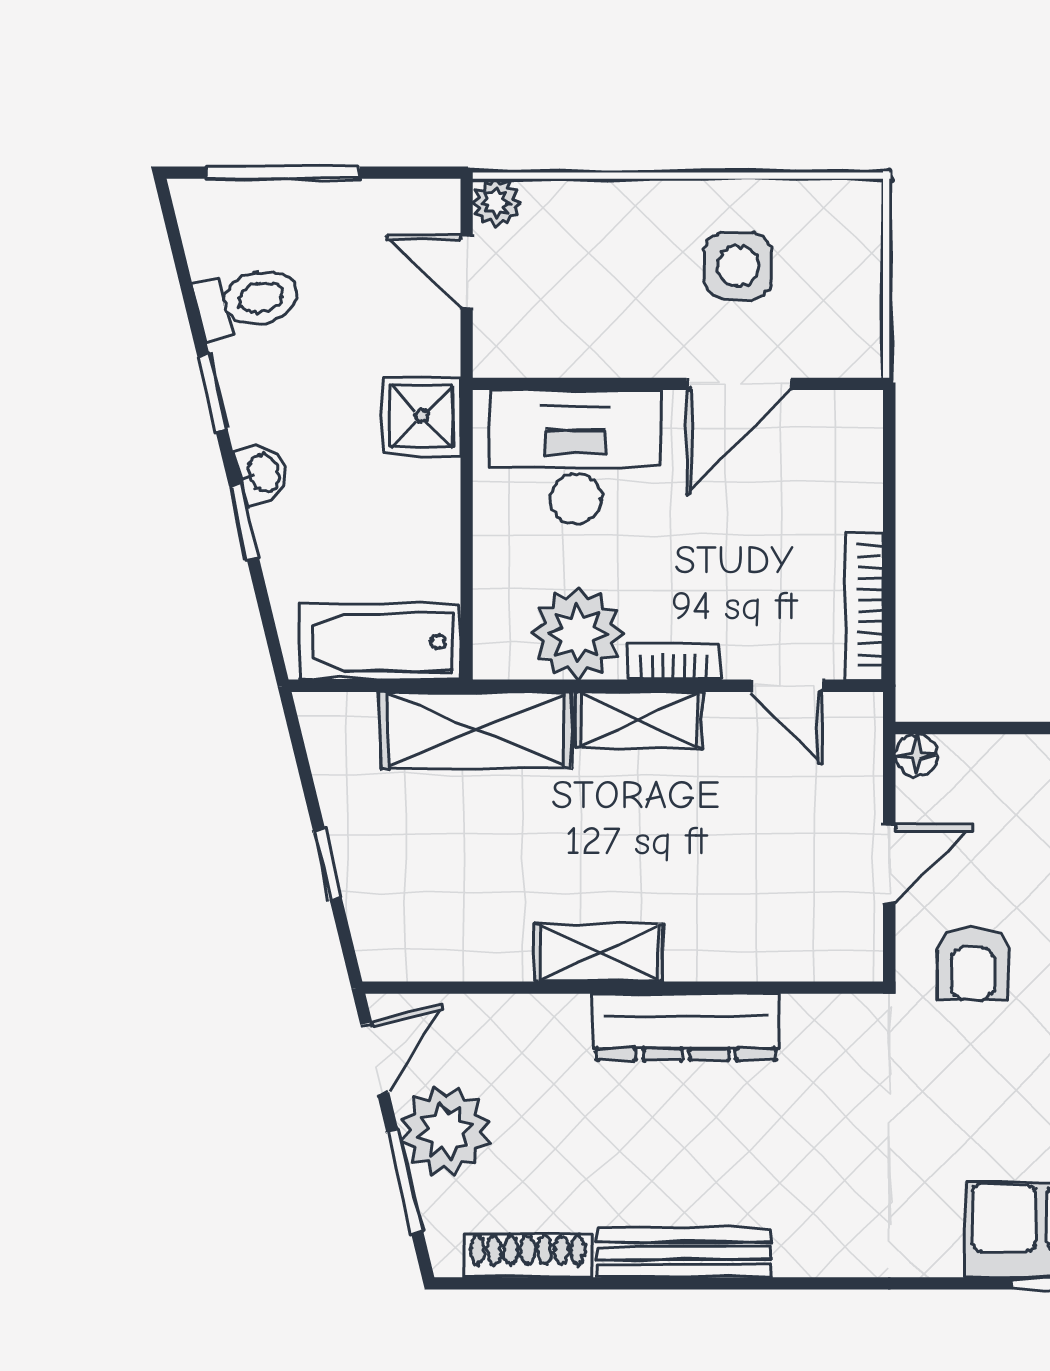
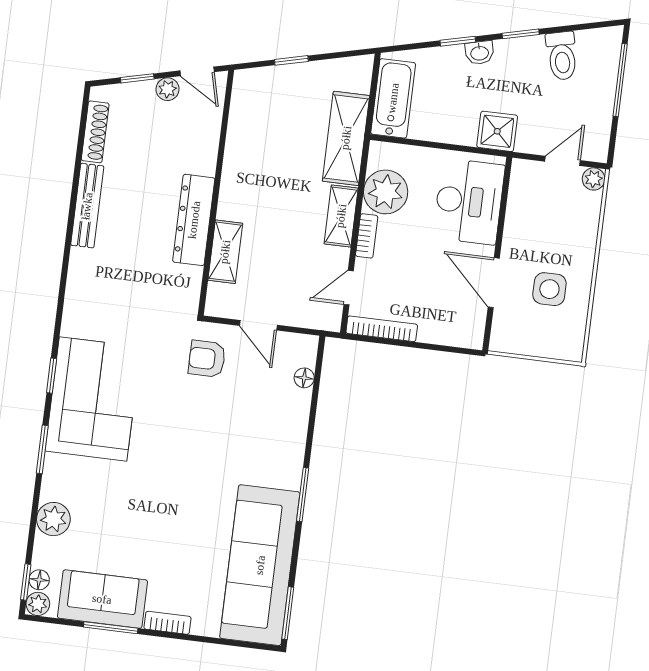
floor lamp: (916, 755) -> (304, 378), moved
shelving: (599, 953) -> (225, 252), moved
plant: (445, 1131) -> (167, 89), width x0.53, depth x0.53
window: (405, 1182) -> (137, 78), width x0.67

